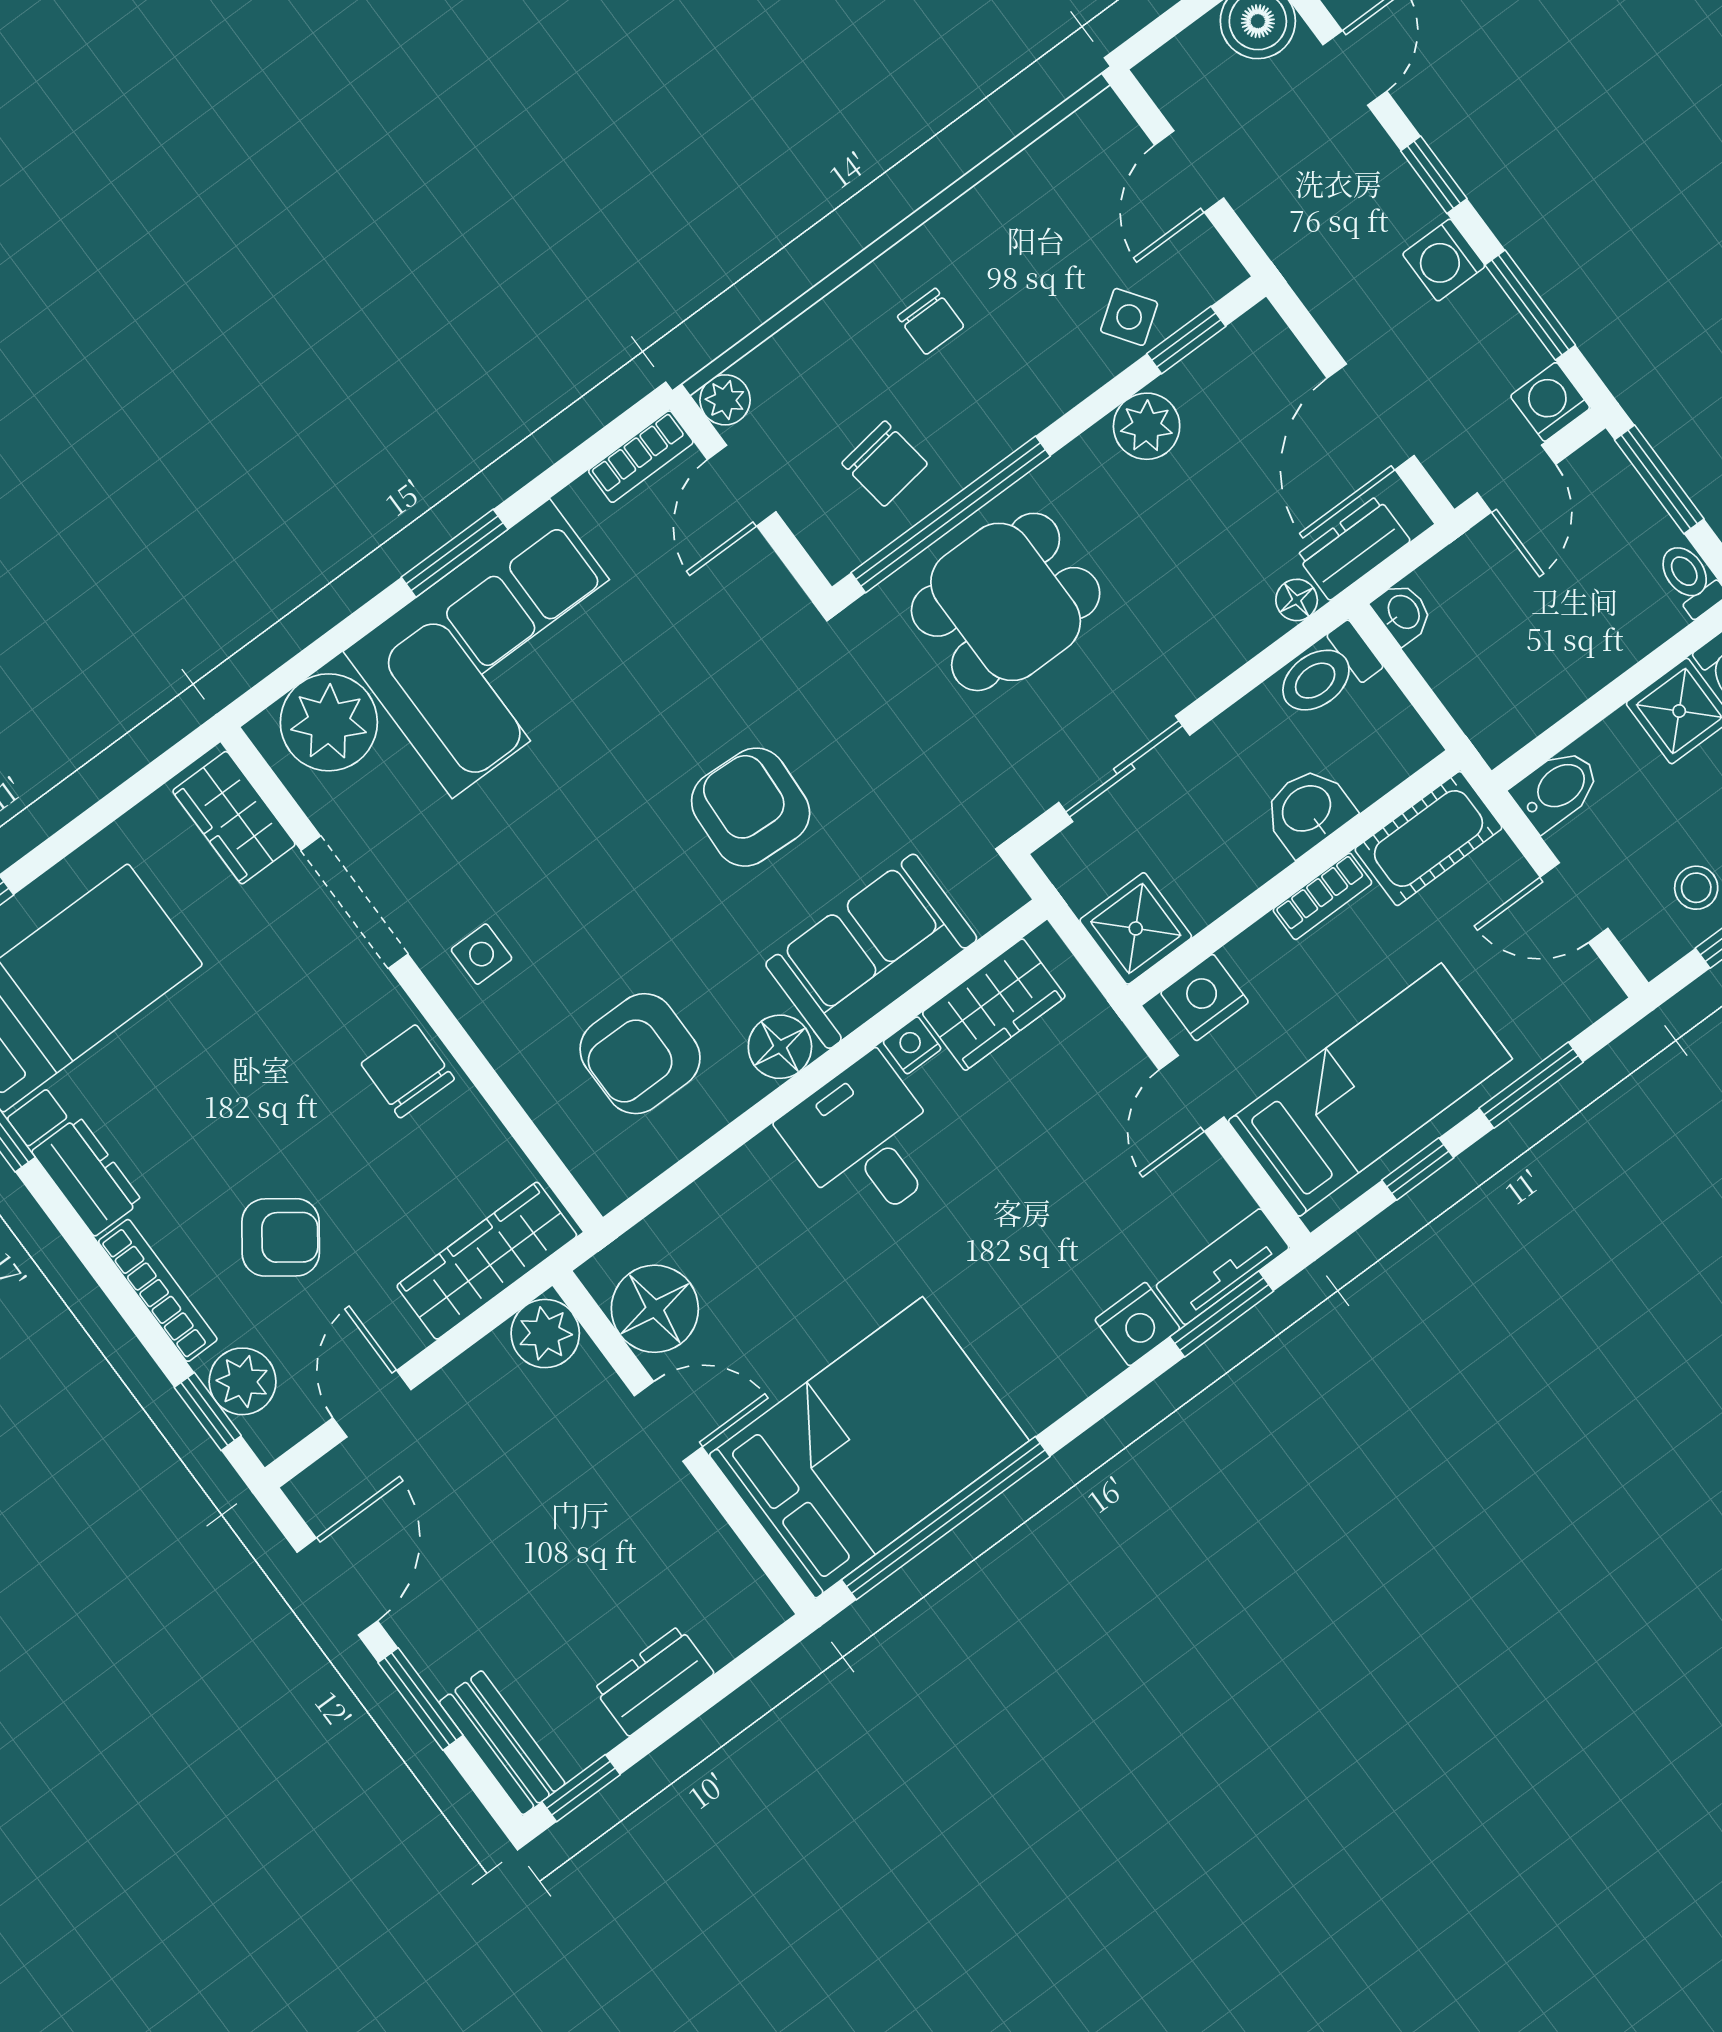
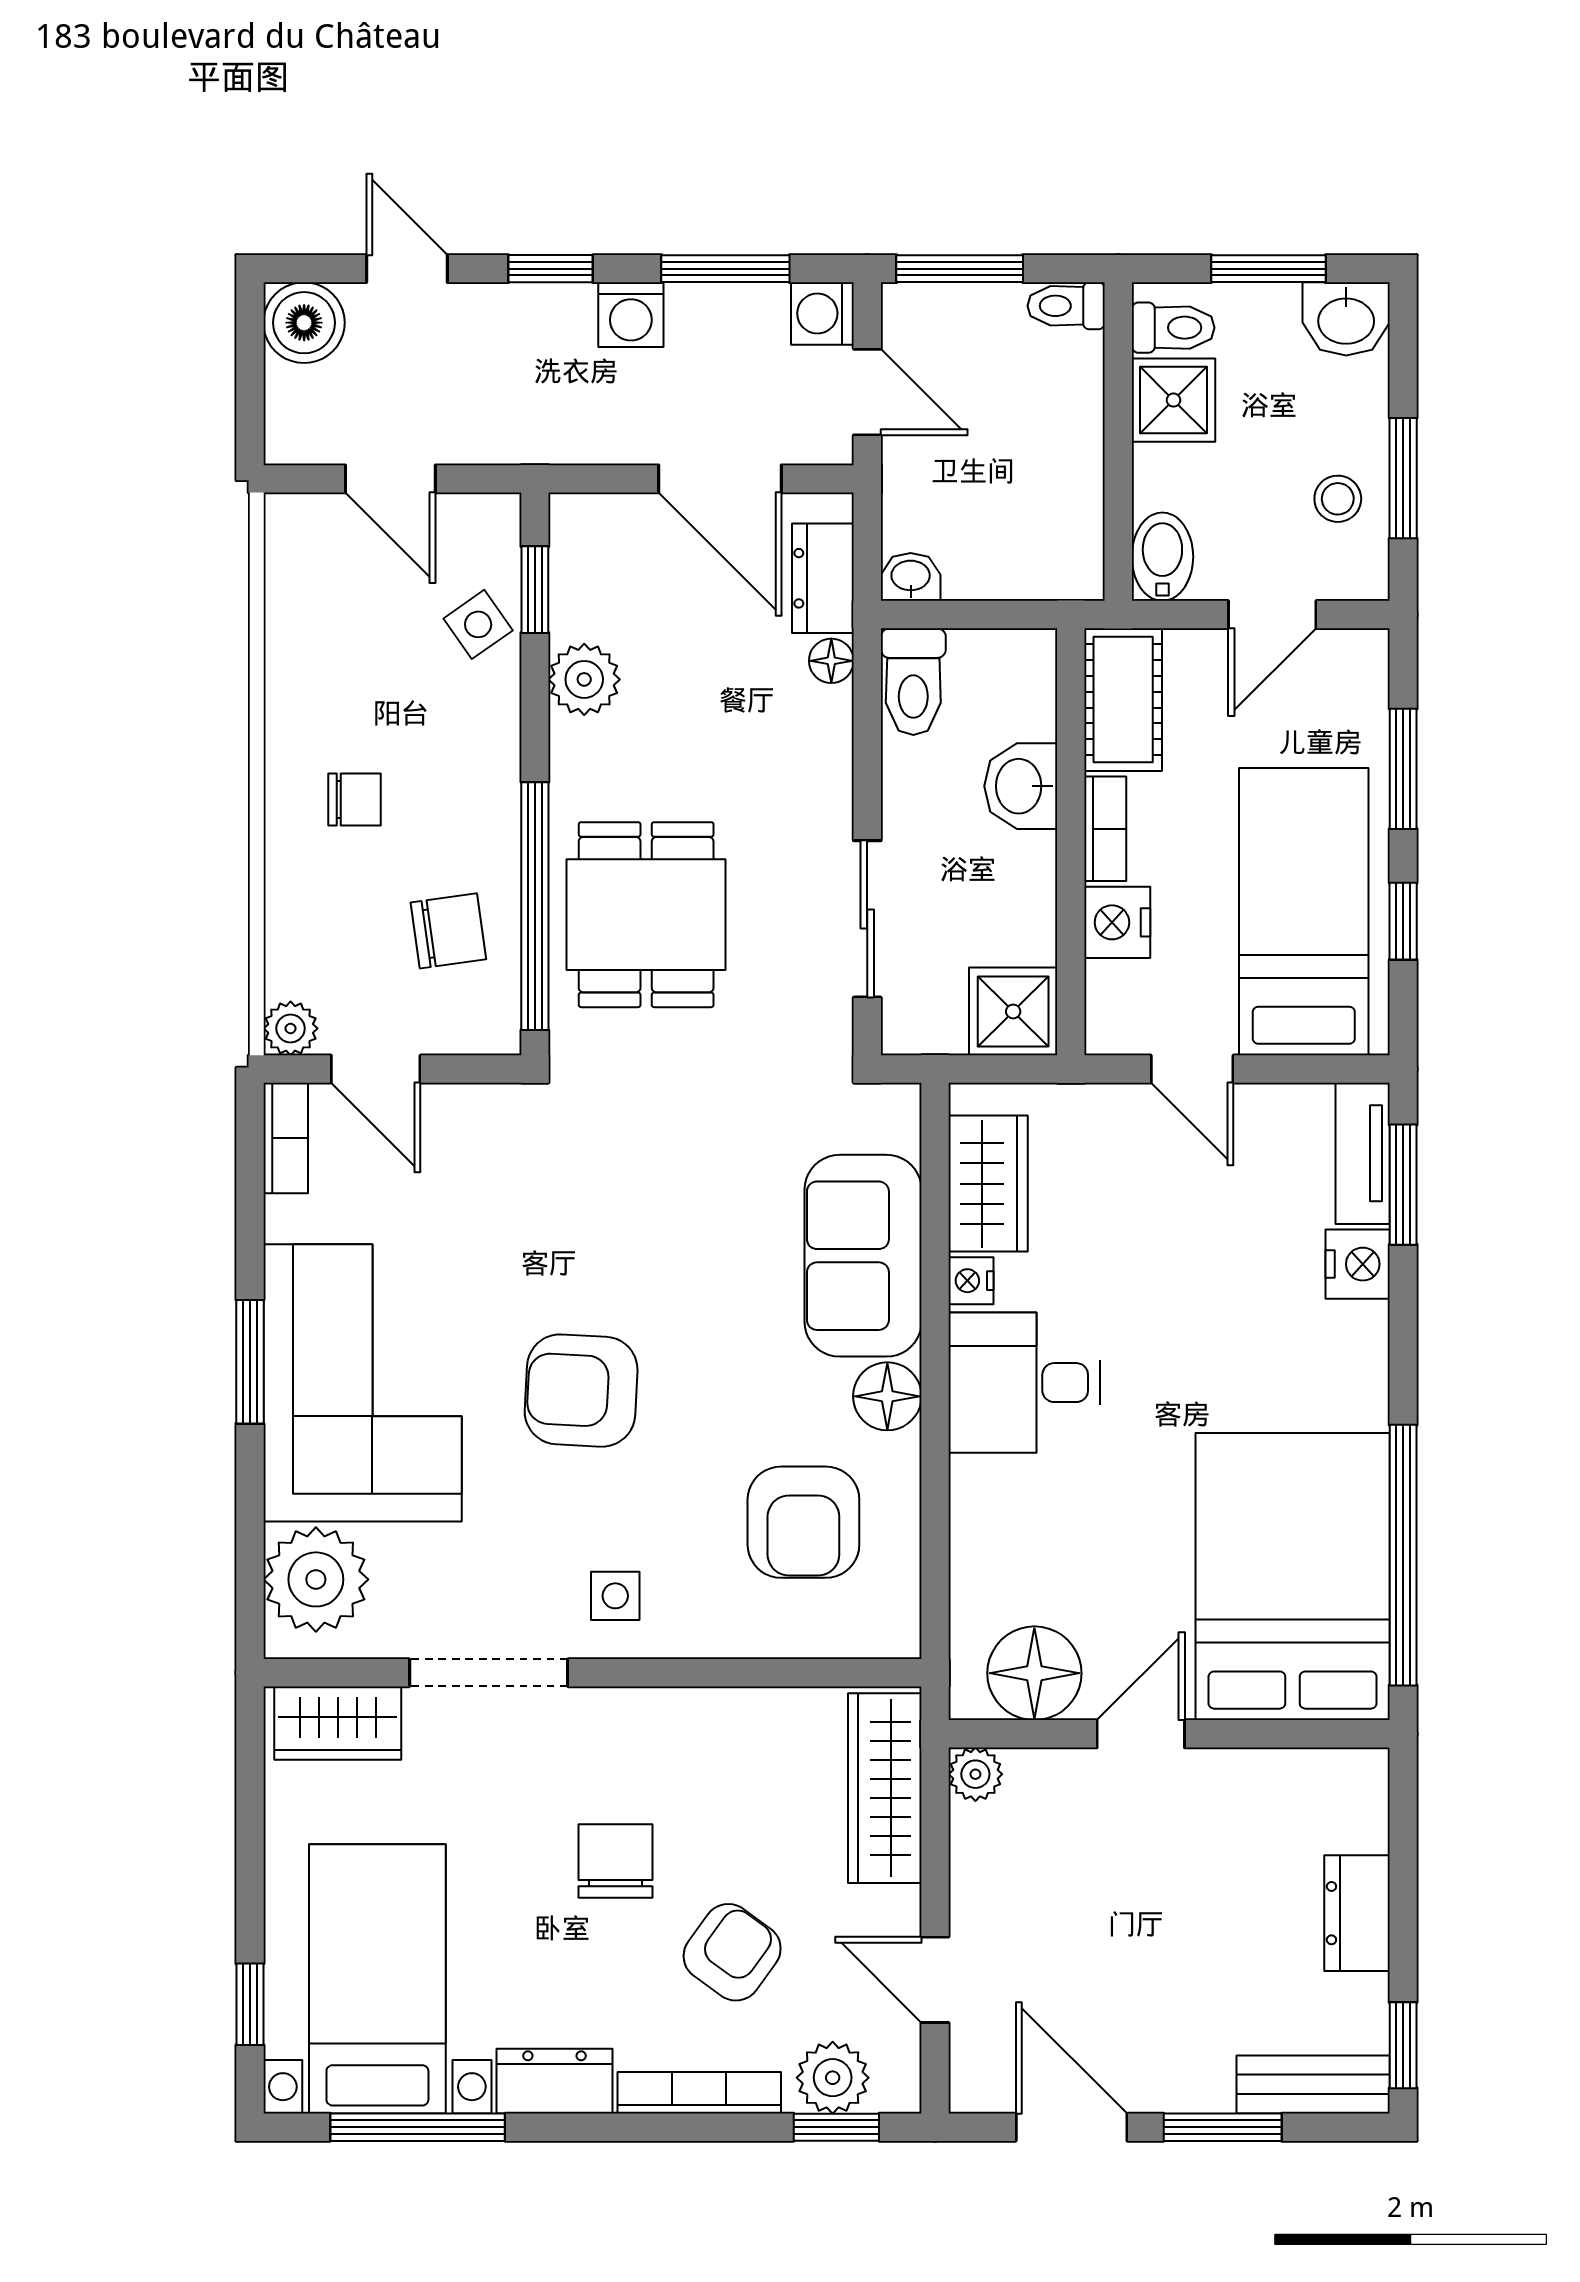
armchair: (751, 807) -> (581, 1391), moved
nightstand: (1205, 997) -> (1117, 922), moved
chair: (408, 1071) -> (616, 1861), moved, turned 89
plant: (545, 1334) -> (975, 1774), width x0.73, depth x0.73

